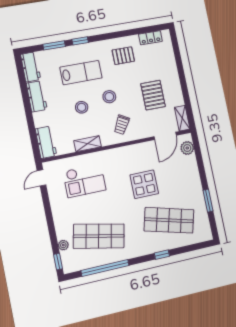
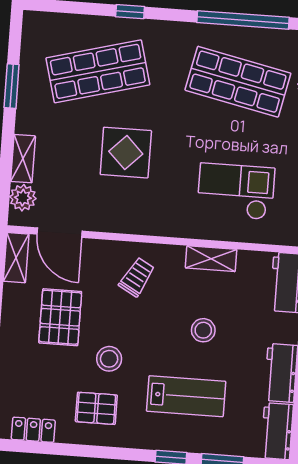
lab bench: (81, 73) -> (186, 396), turned 180
stool: (109, 97) -> (109, 359), moved
door: (165, 136) -> (59, 233), swing flipped
shelving: (193, 167) -> (23, 159), added
shop shelf: (169, 220) -> (98, 71), turned -30

